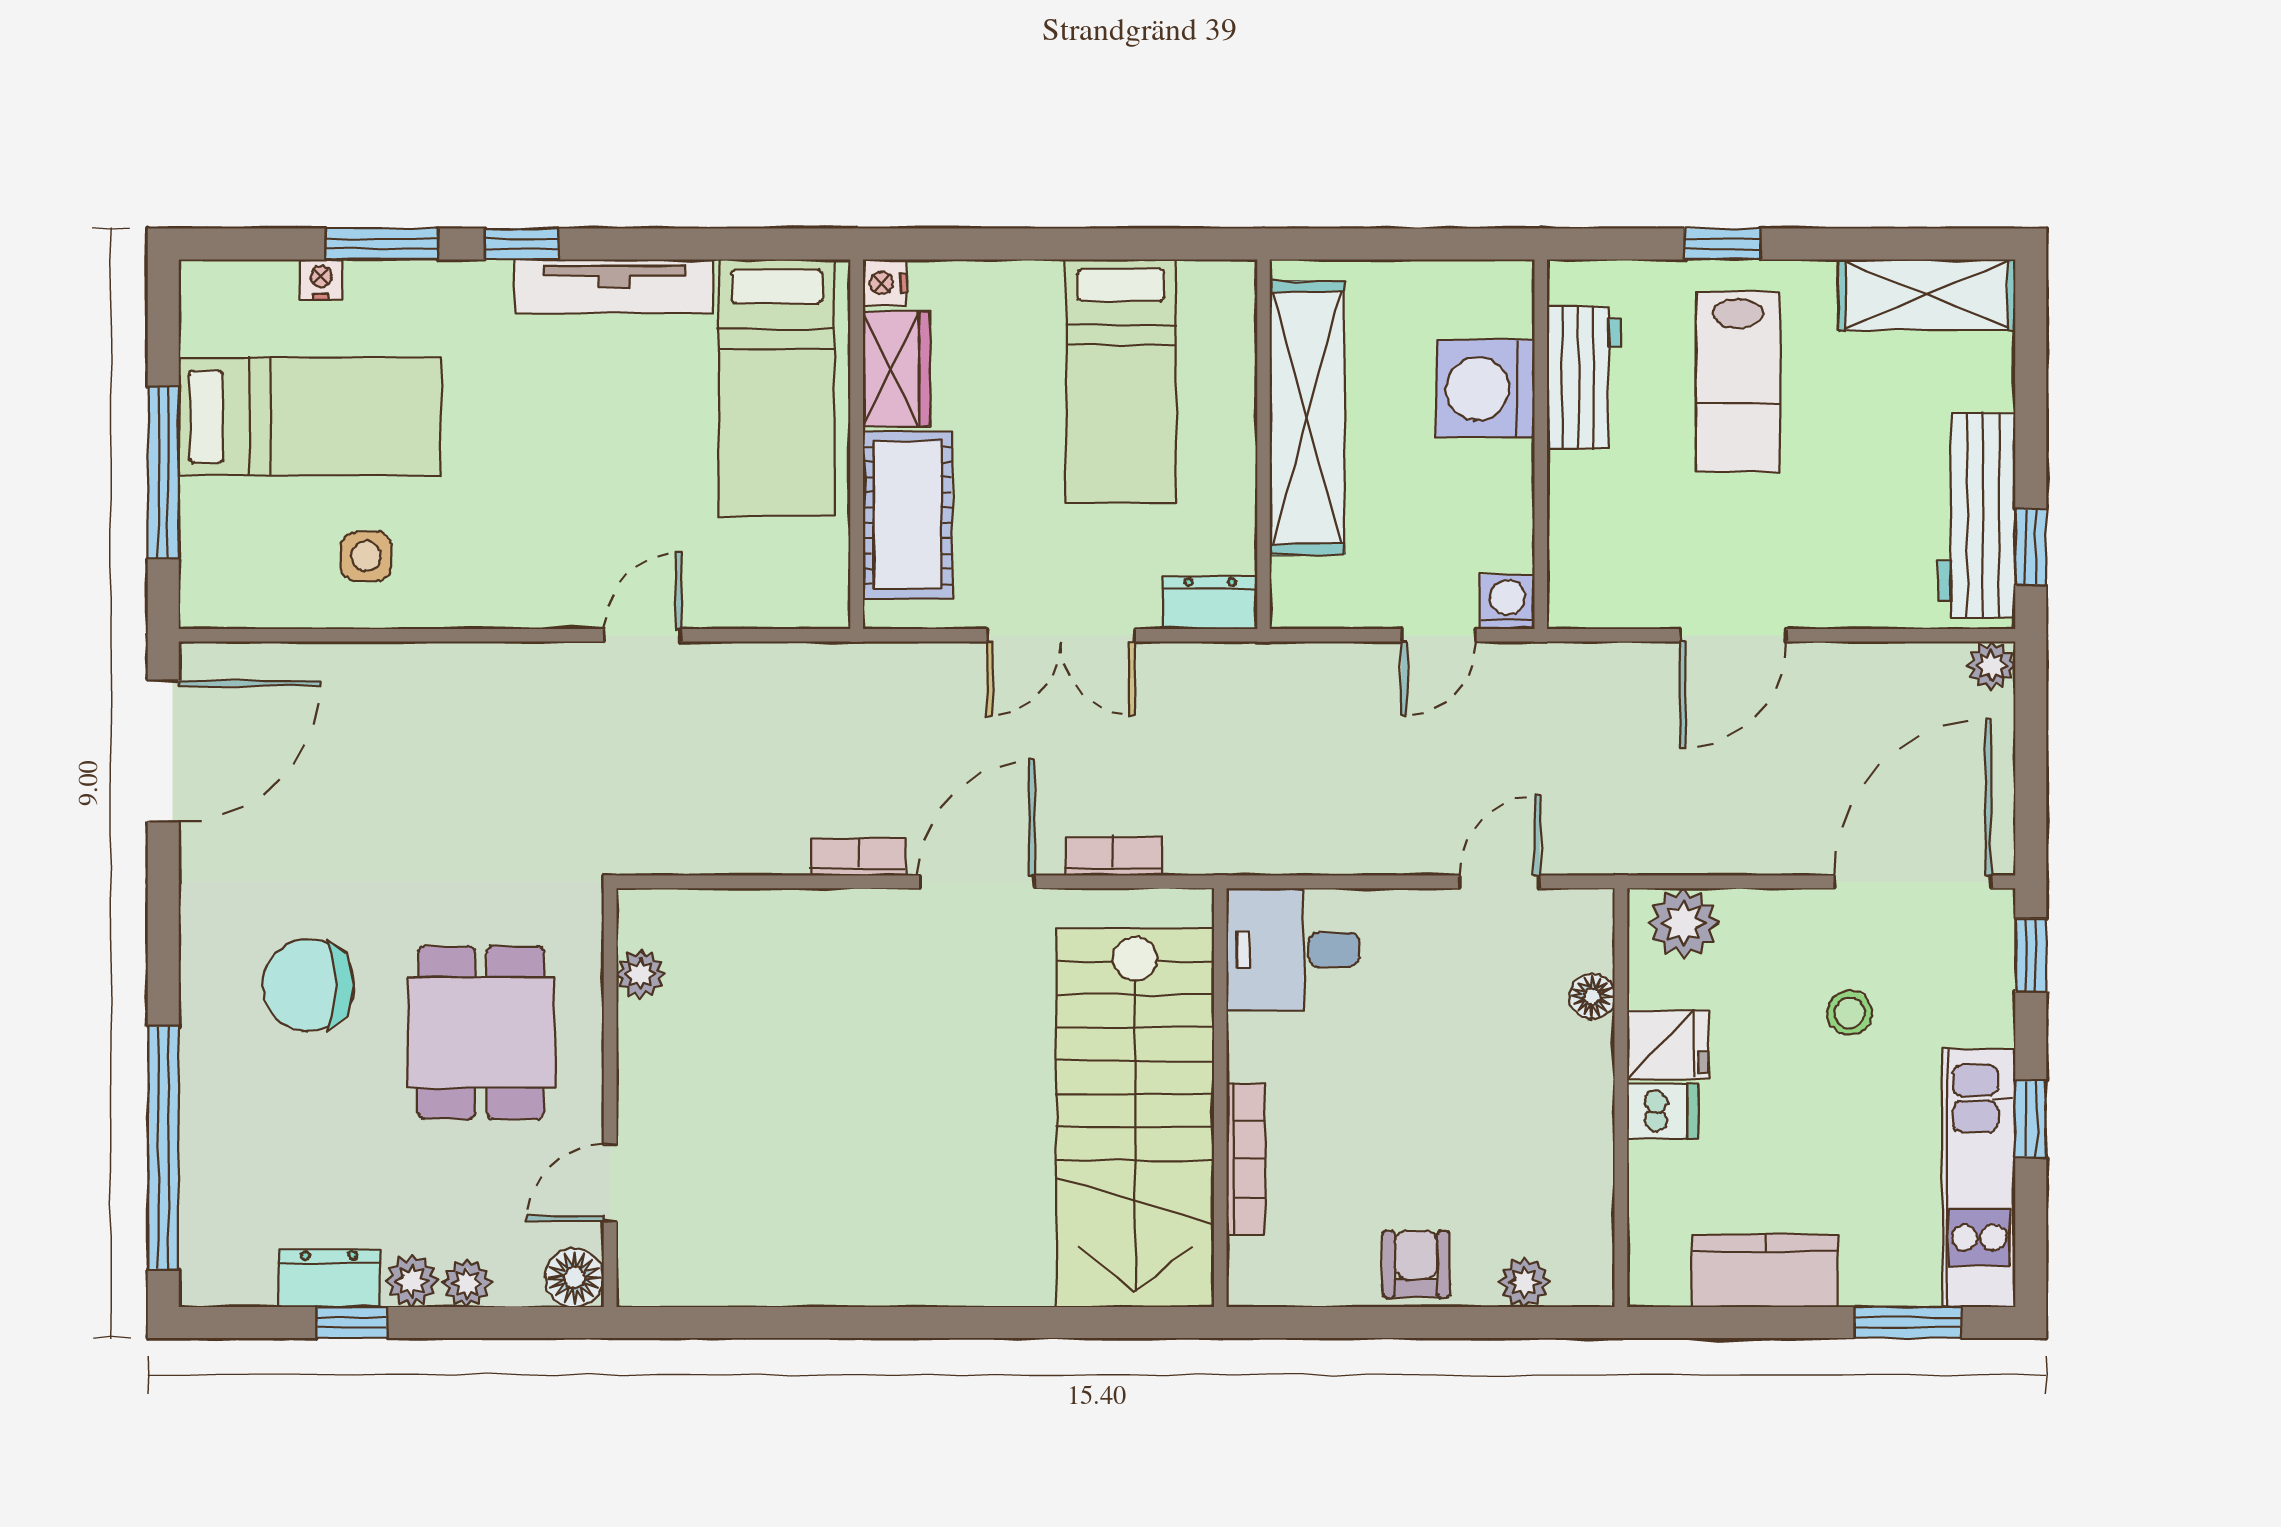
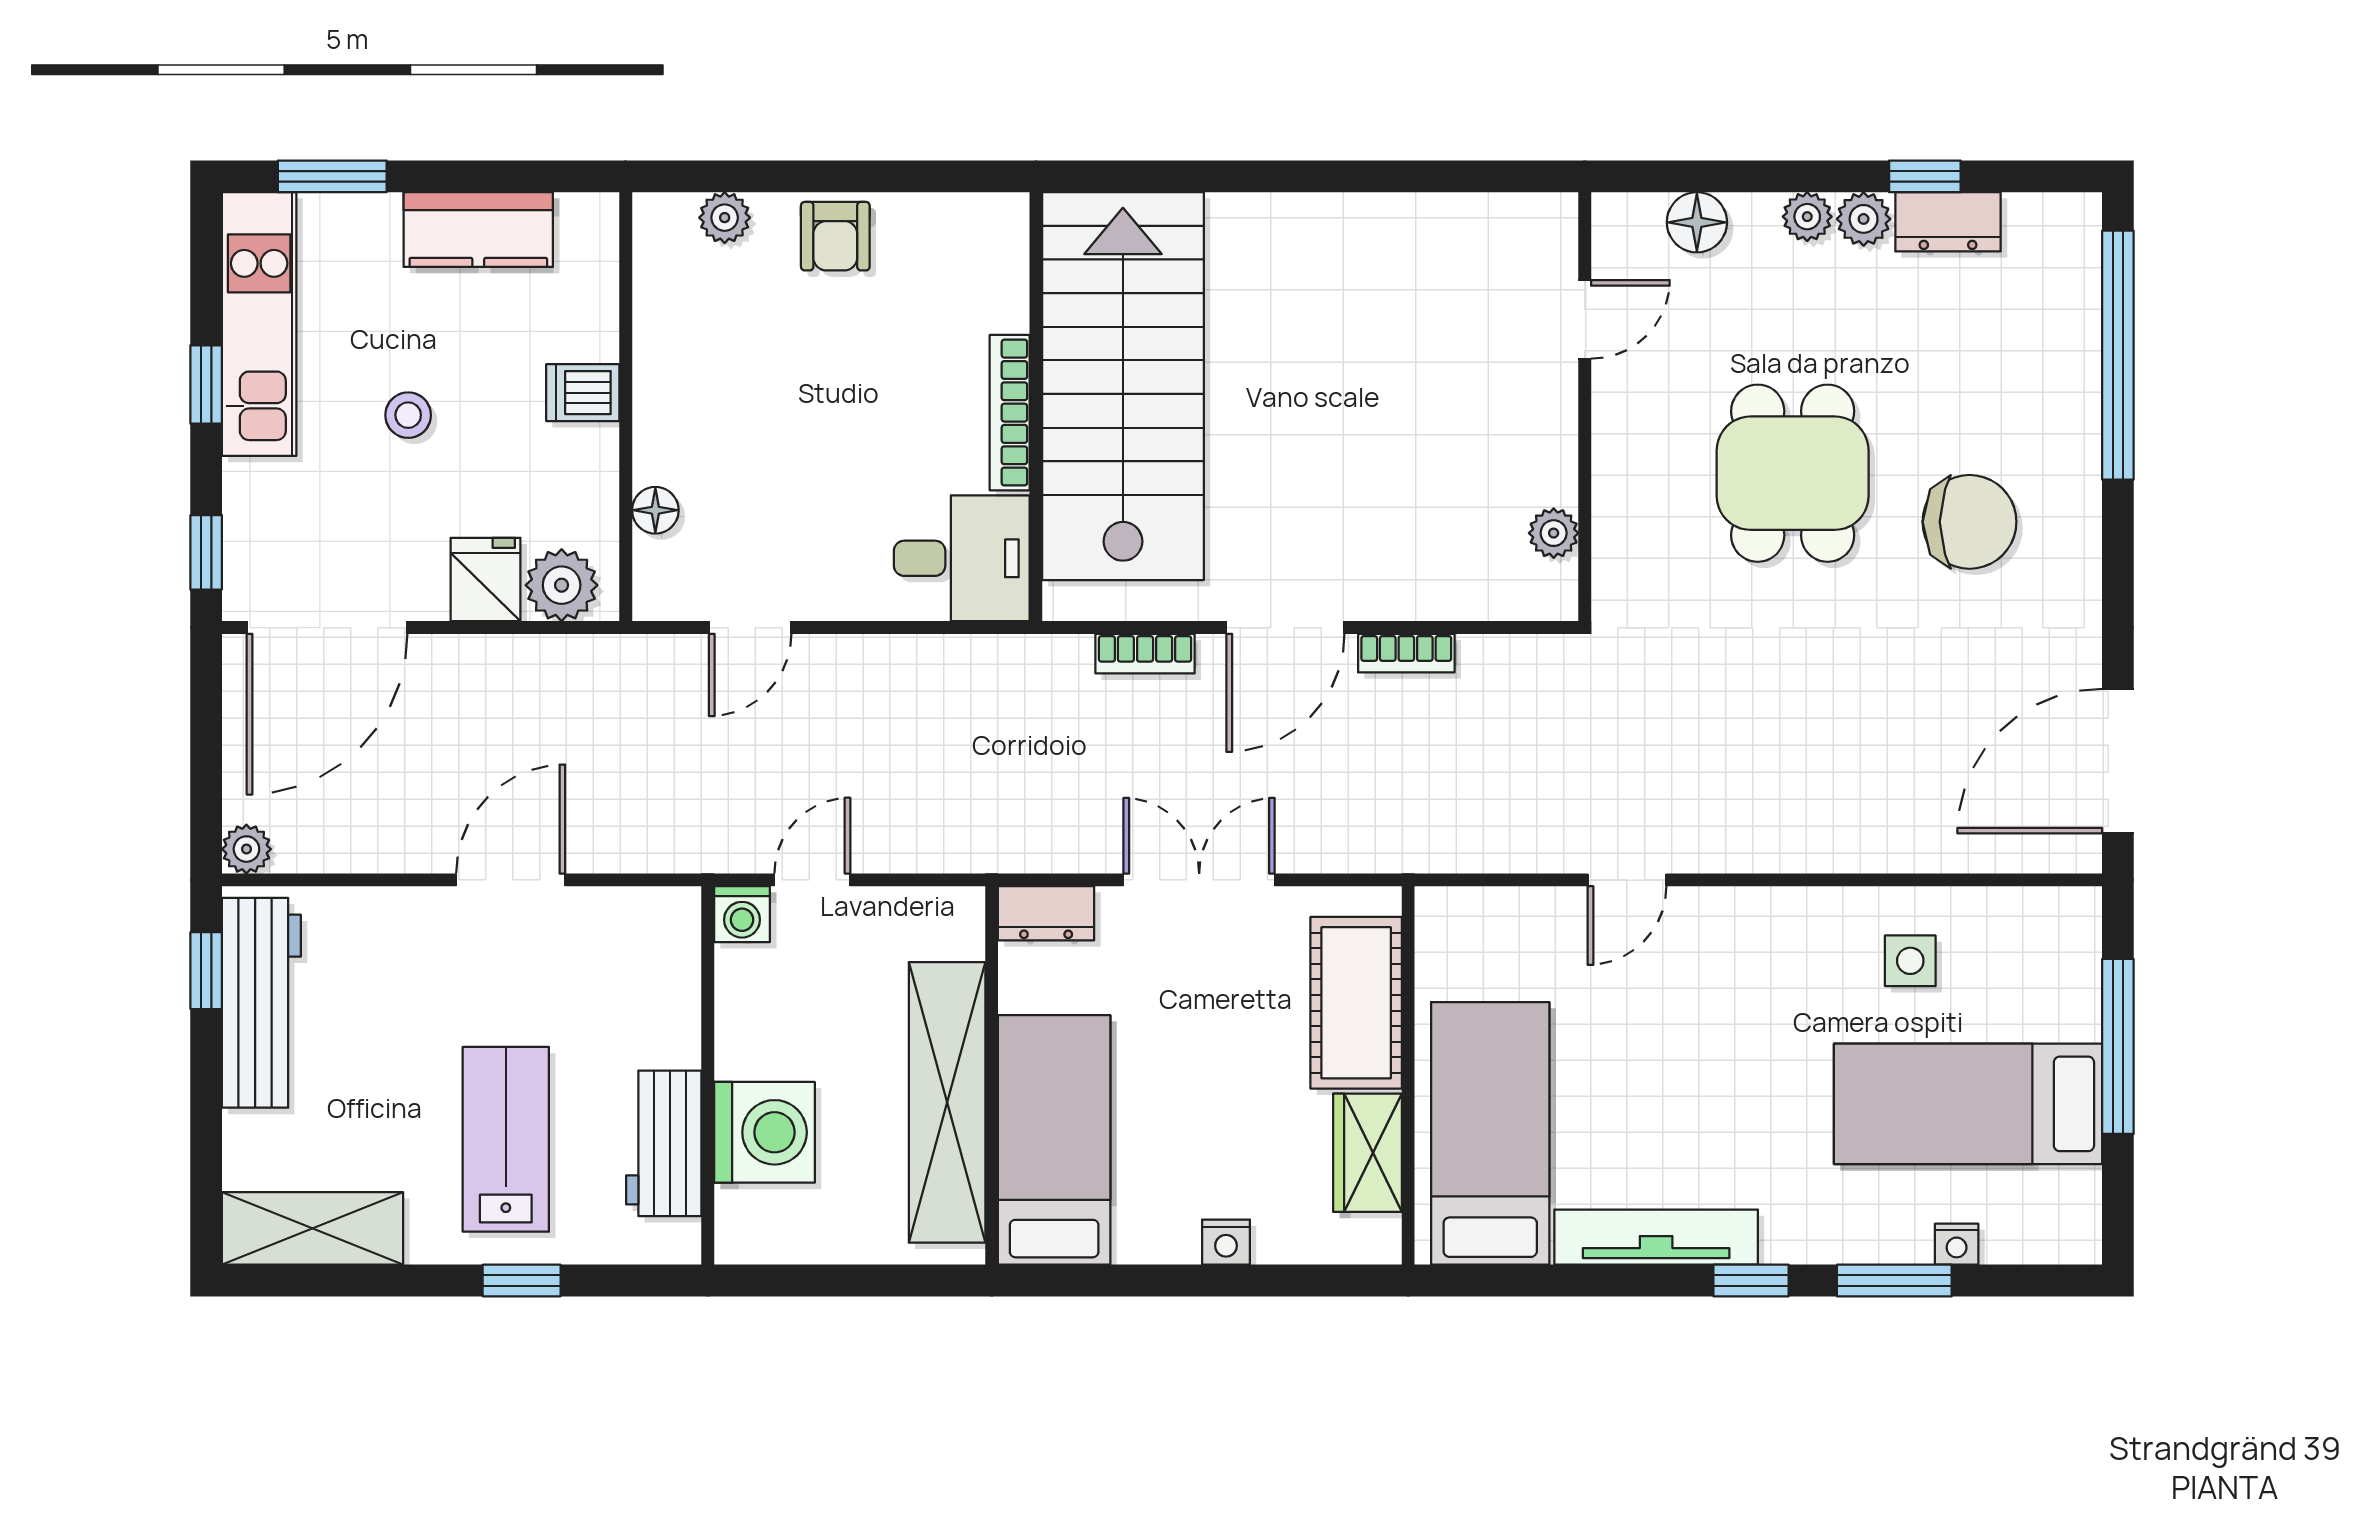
nightstand: (885, 283) -> (1226, 1242), moved, turned 90
bed: (1121, 381) -> (1054, 1140), moved
plant: (641, 974) -> (1554, 533), moved
stool: (1849, 1013) -> (408, 415), moved
fridge: (1668, 1044) -> (486, 579), moved, turned 90
wall: (610, 1098) -> (1585, 407), moved
bookcase: (1246, 1159) -> (1010, 413), moved
door: (610, 1183) -> (1585, 319), moved

